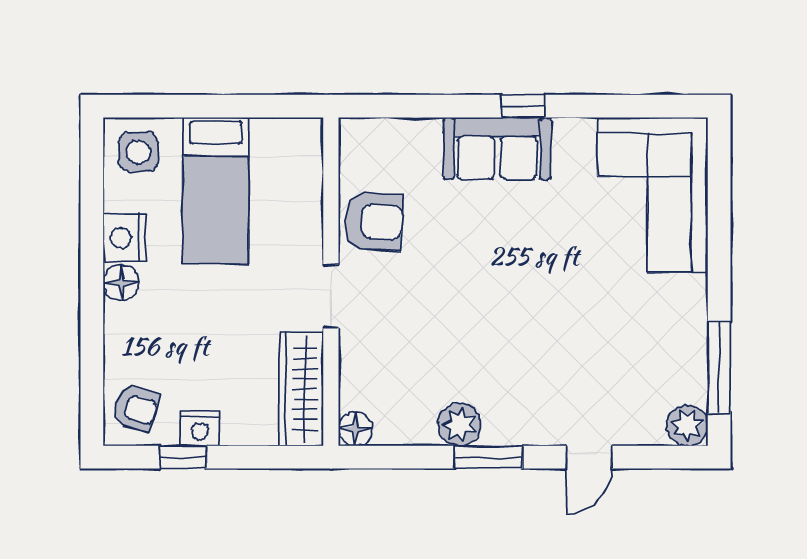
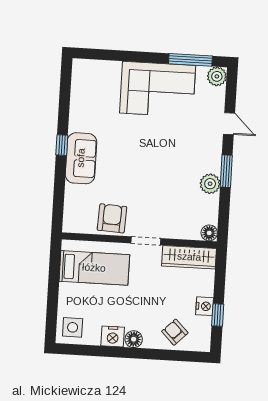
bed: (216, 190) -> (94, 268), moved
corner sofa: (653, 195) -> (158, 89), moved
armchair: (135, 408) -> (175, 332), moved, turned -61

